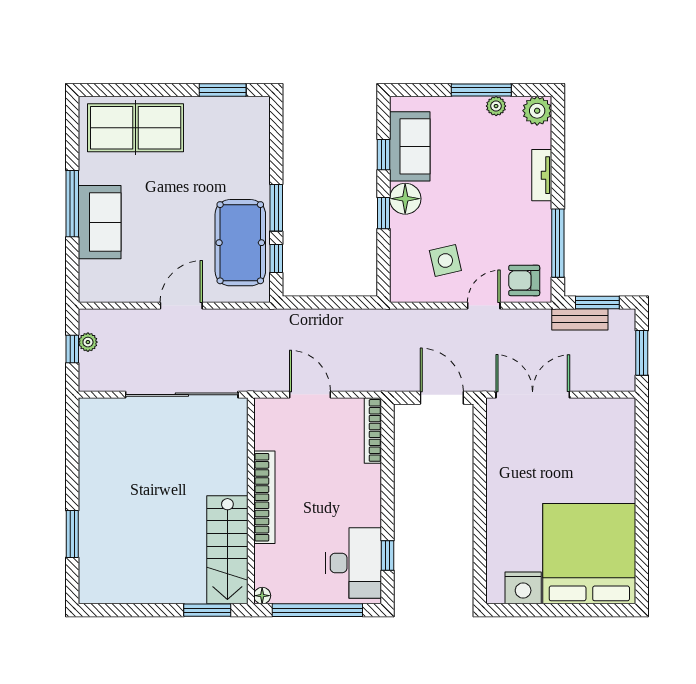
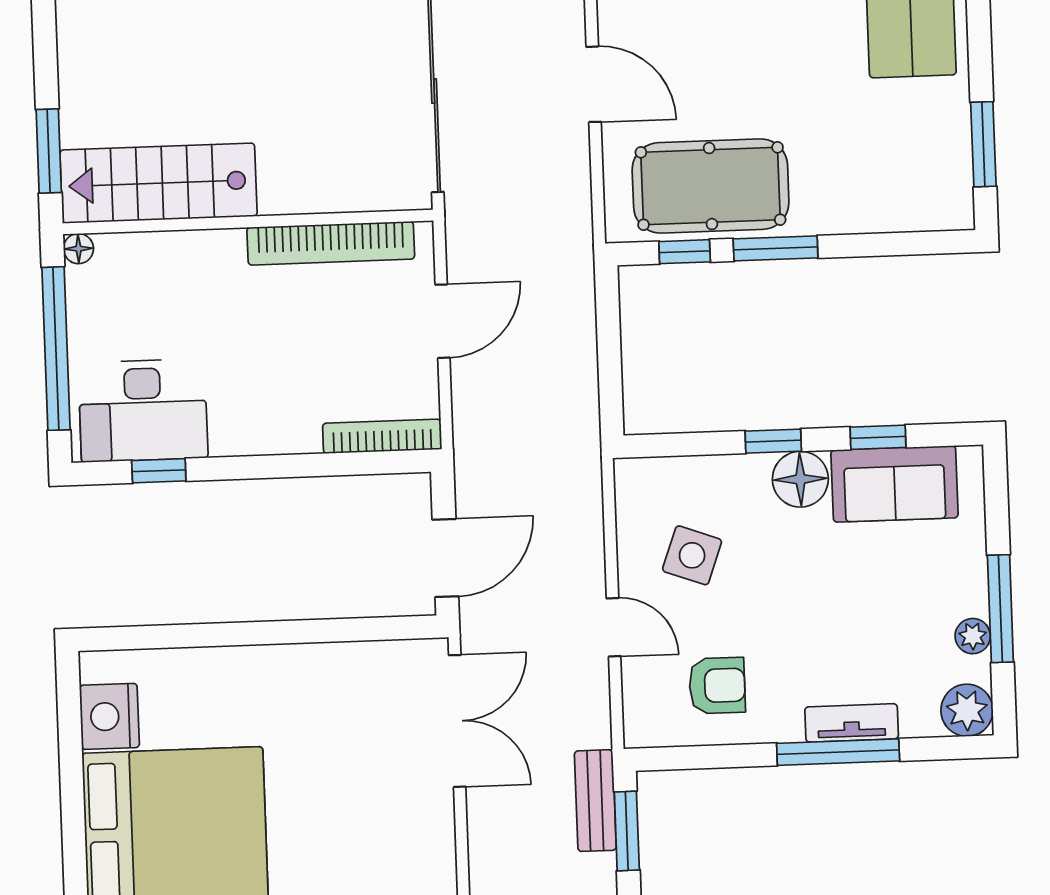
window: (558, 243) -> (838, 752), moved
side table: (445, 260) -> (692, 555), turned 33
armchair: (524, 280) -> (717, 686), moved, turned 90
bookcase: (264, 497) -> (331, 243), moved

